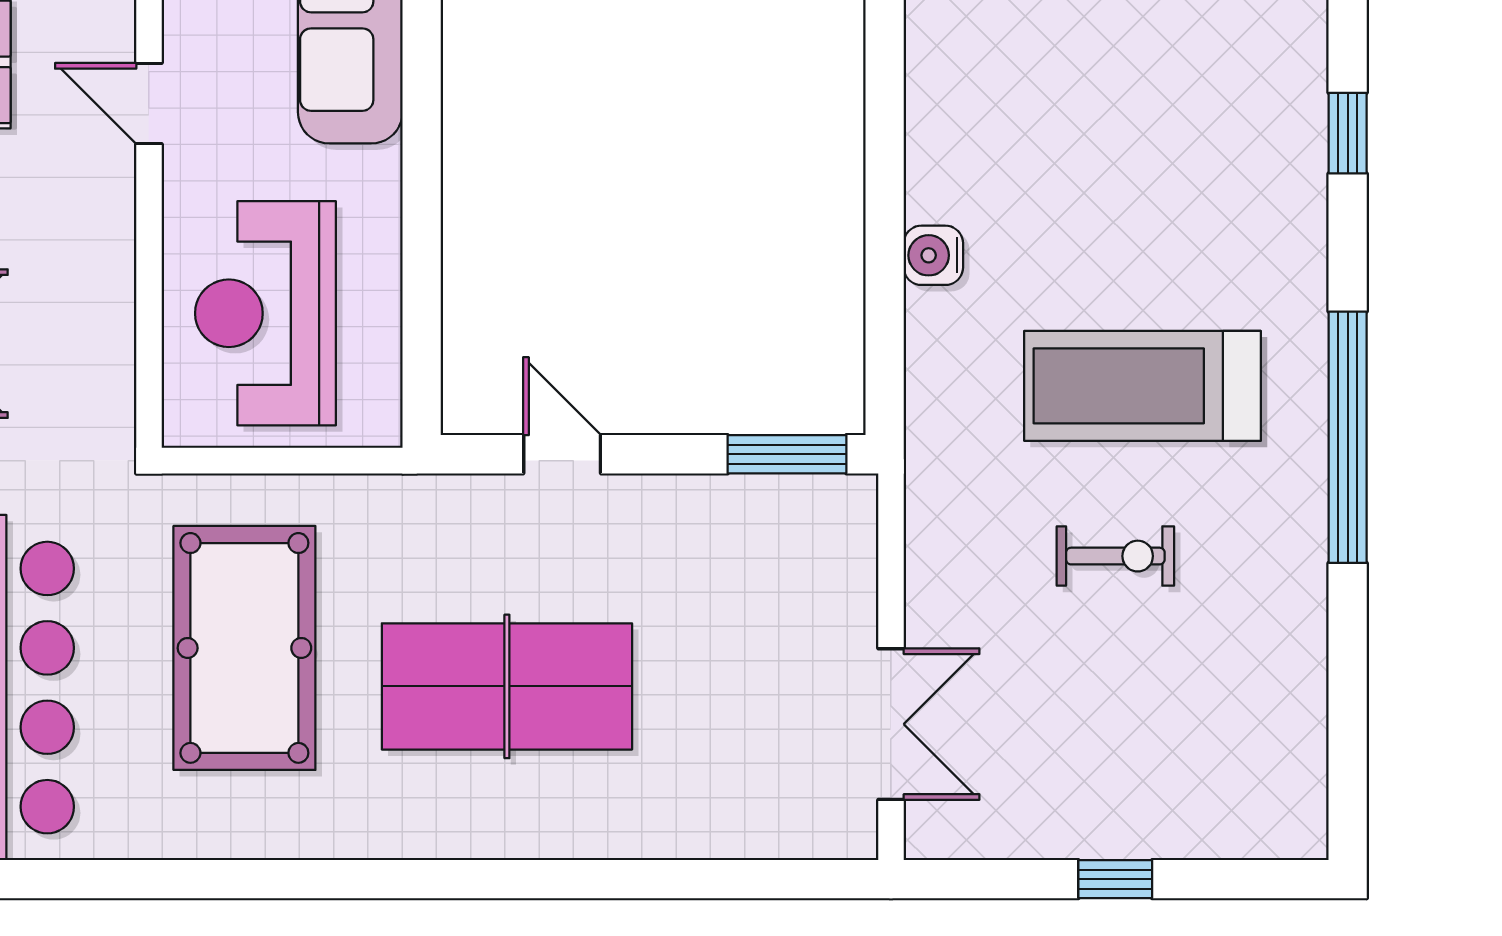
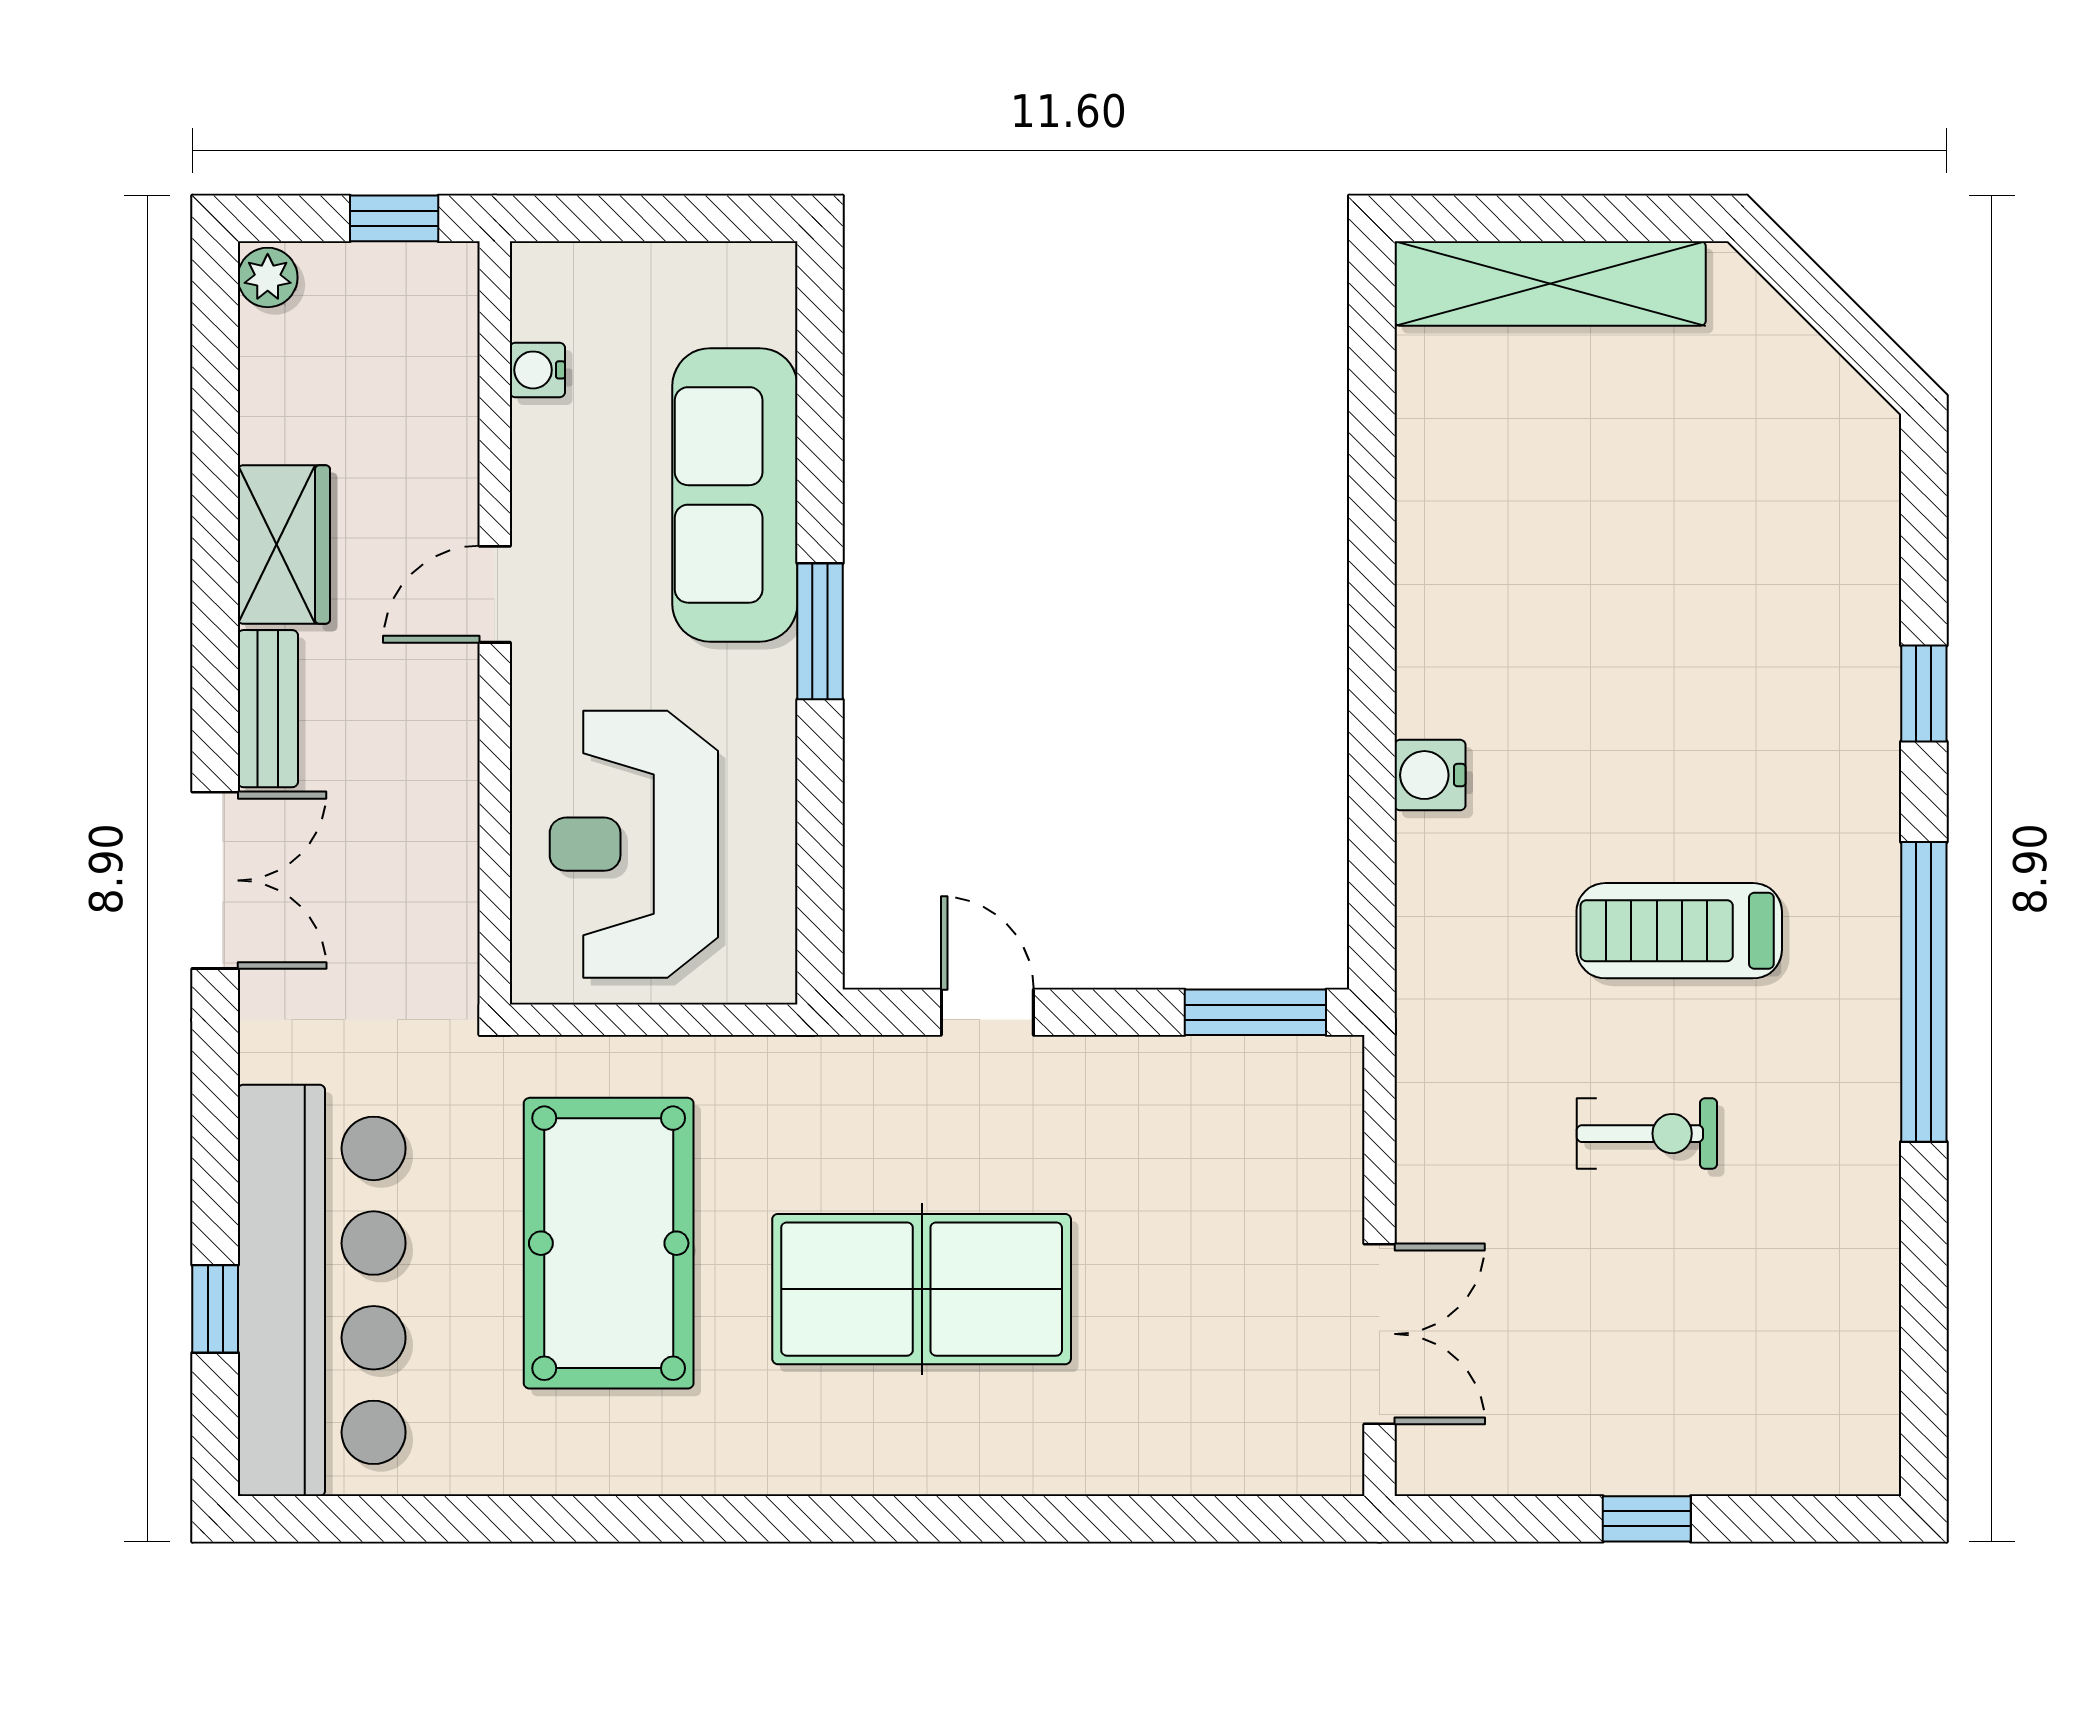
door: (149, 104) -> (495, 594), hinge flipped
window: (1348, 133) -> (1924, 693), moved
window: (422, 135) -> (820, 631), added
treadmill: (1142, 386) -> (1679, 931), width x0.73, depth x0.73

